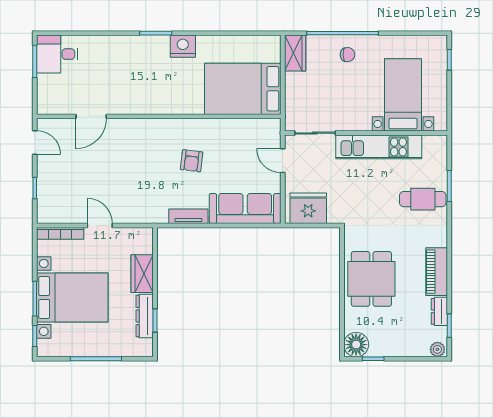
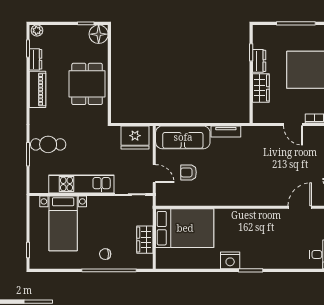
wardrobe: (295, 53) -> (145, 240), moved
armchair: (192, 161) -> (189, 172), moved, turned -97
dresser: (145, 316) -> (259, 61), width x0.70

